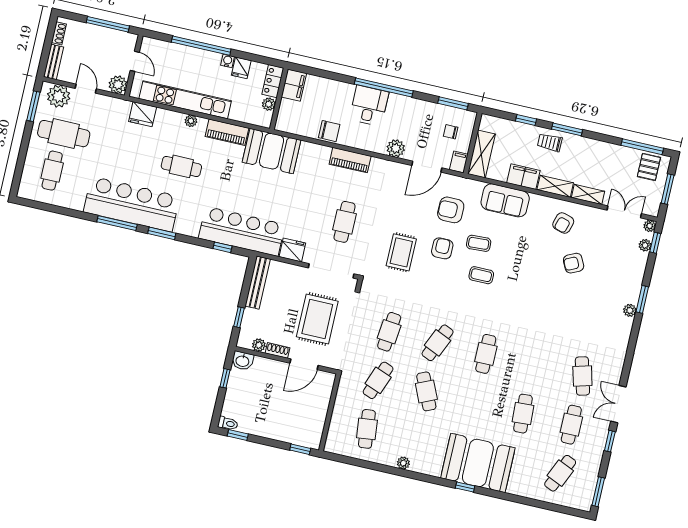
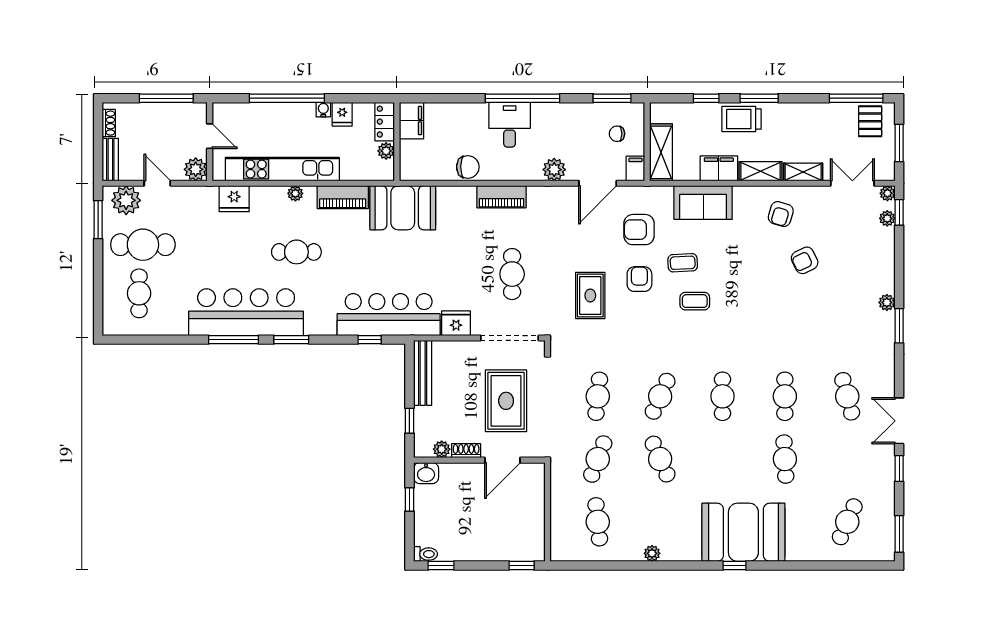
trolley: (550, 142) -> (742, 119), width x1.36, depth x1.39
window: (642, 299) -> (899, 326), moved
cafe table: (571, 425) -> (785, 396), moved

